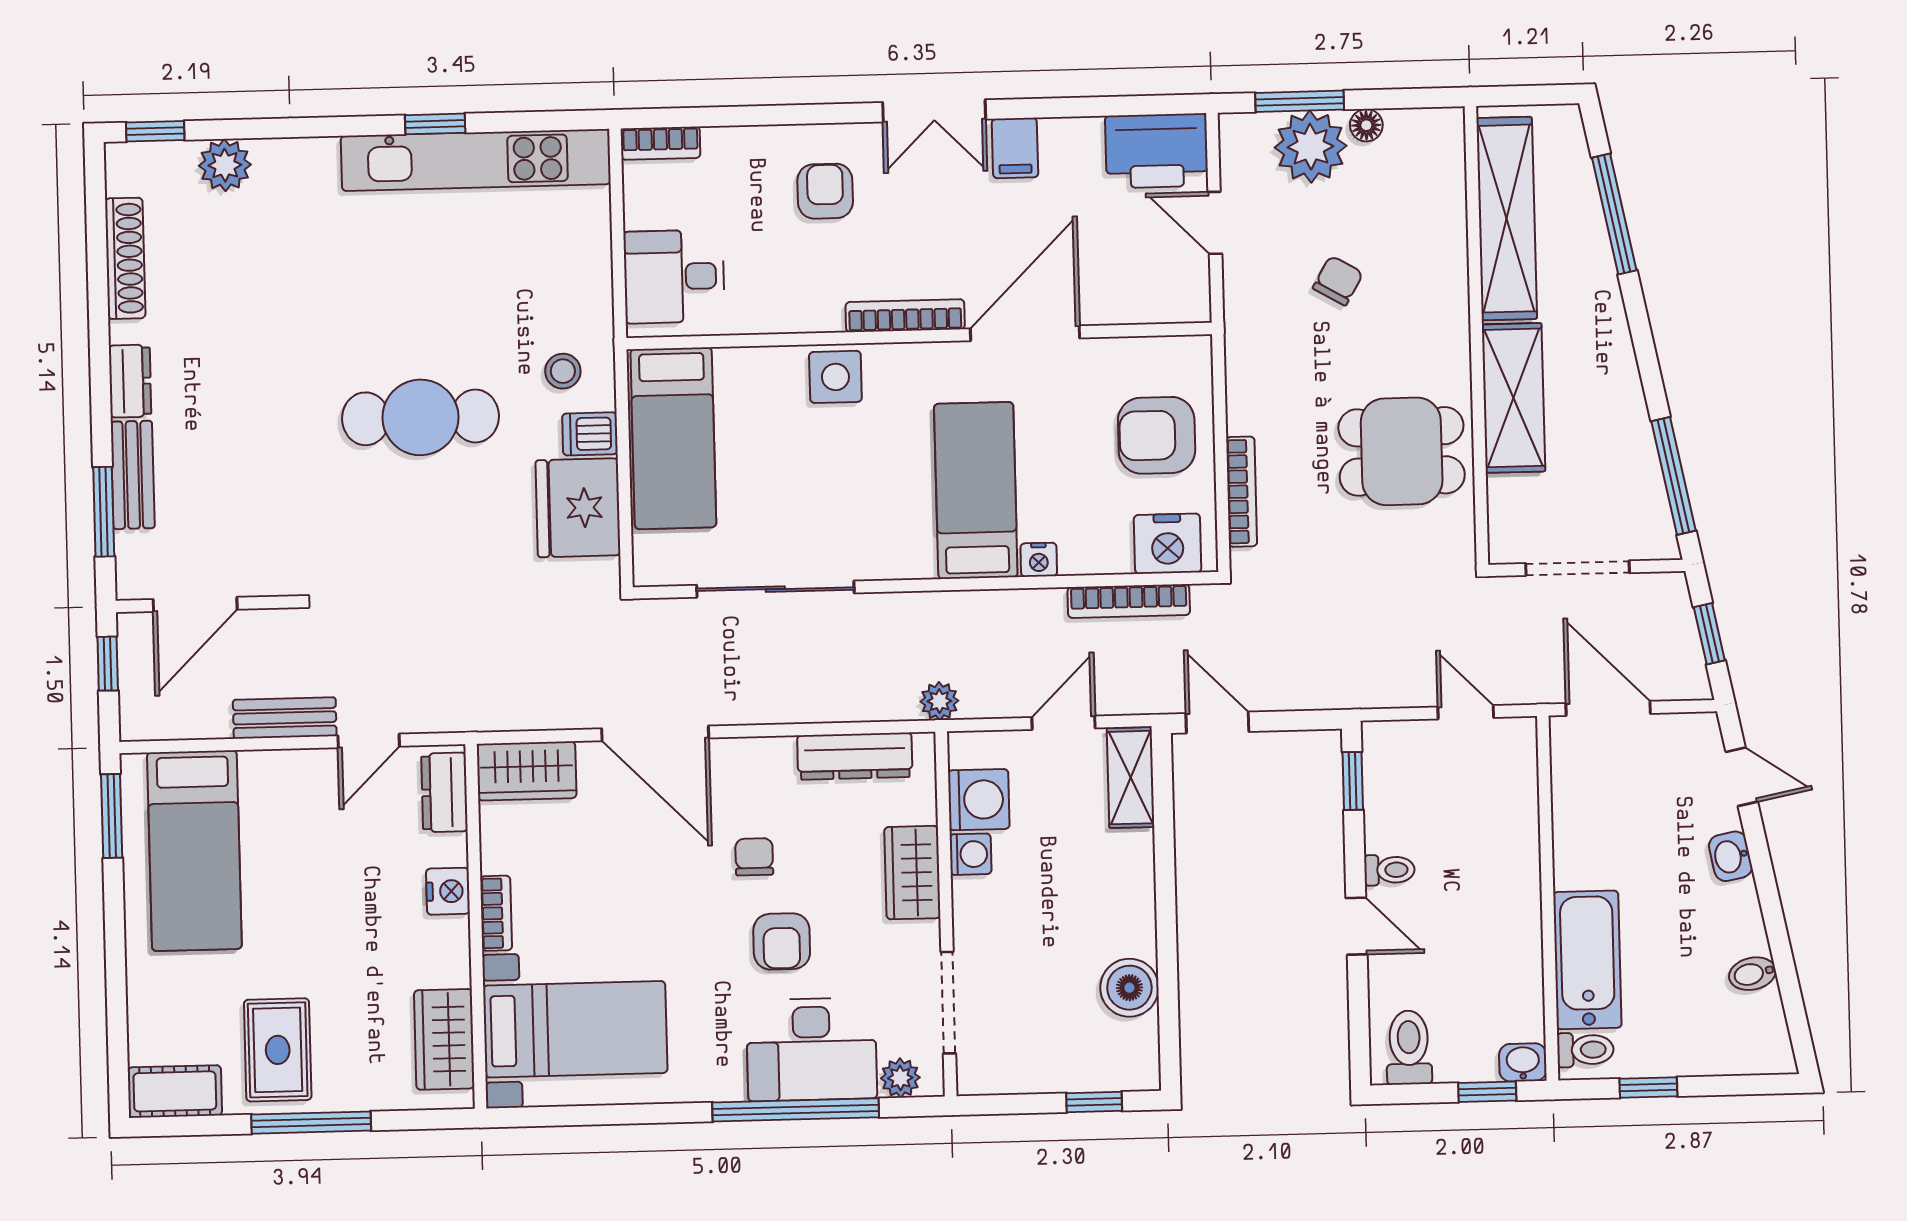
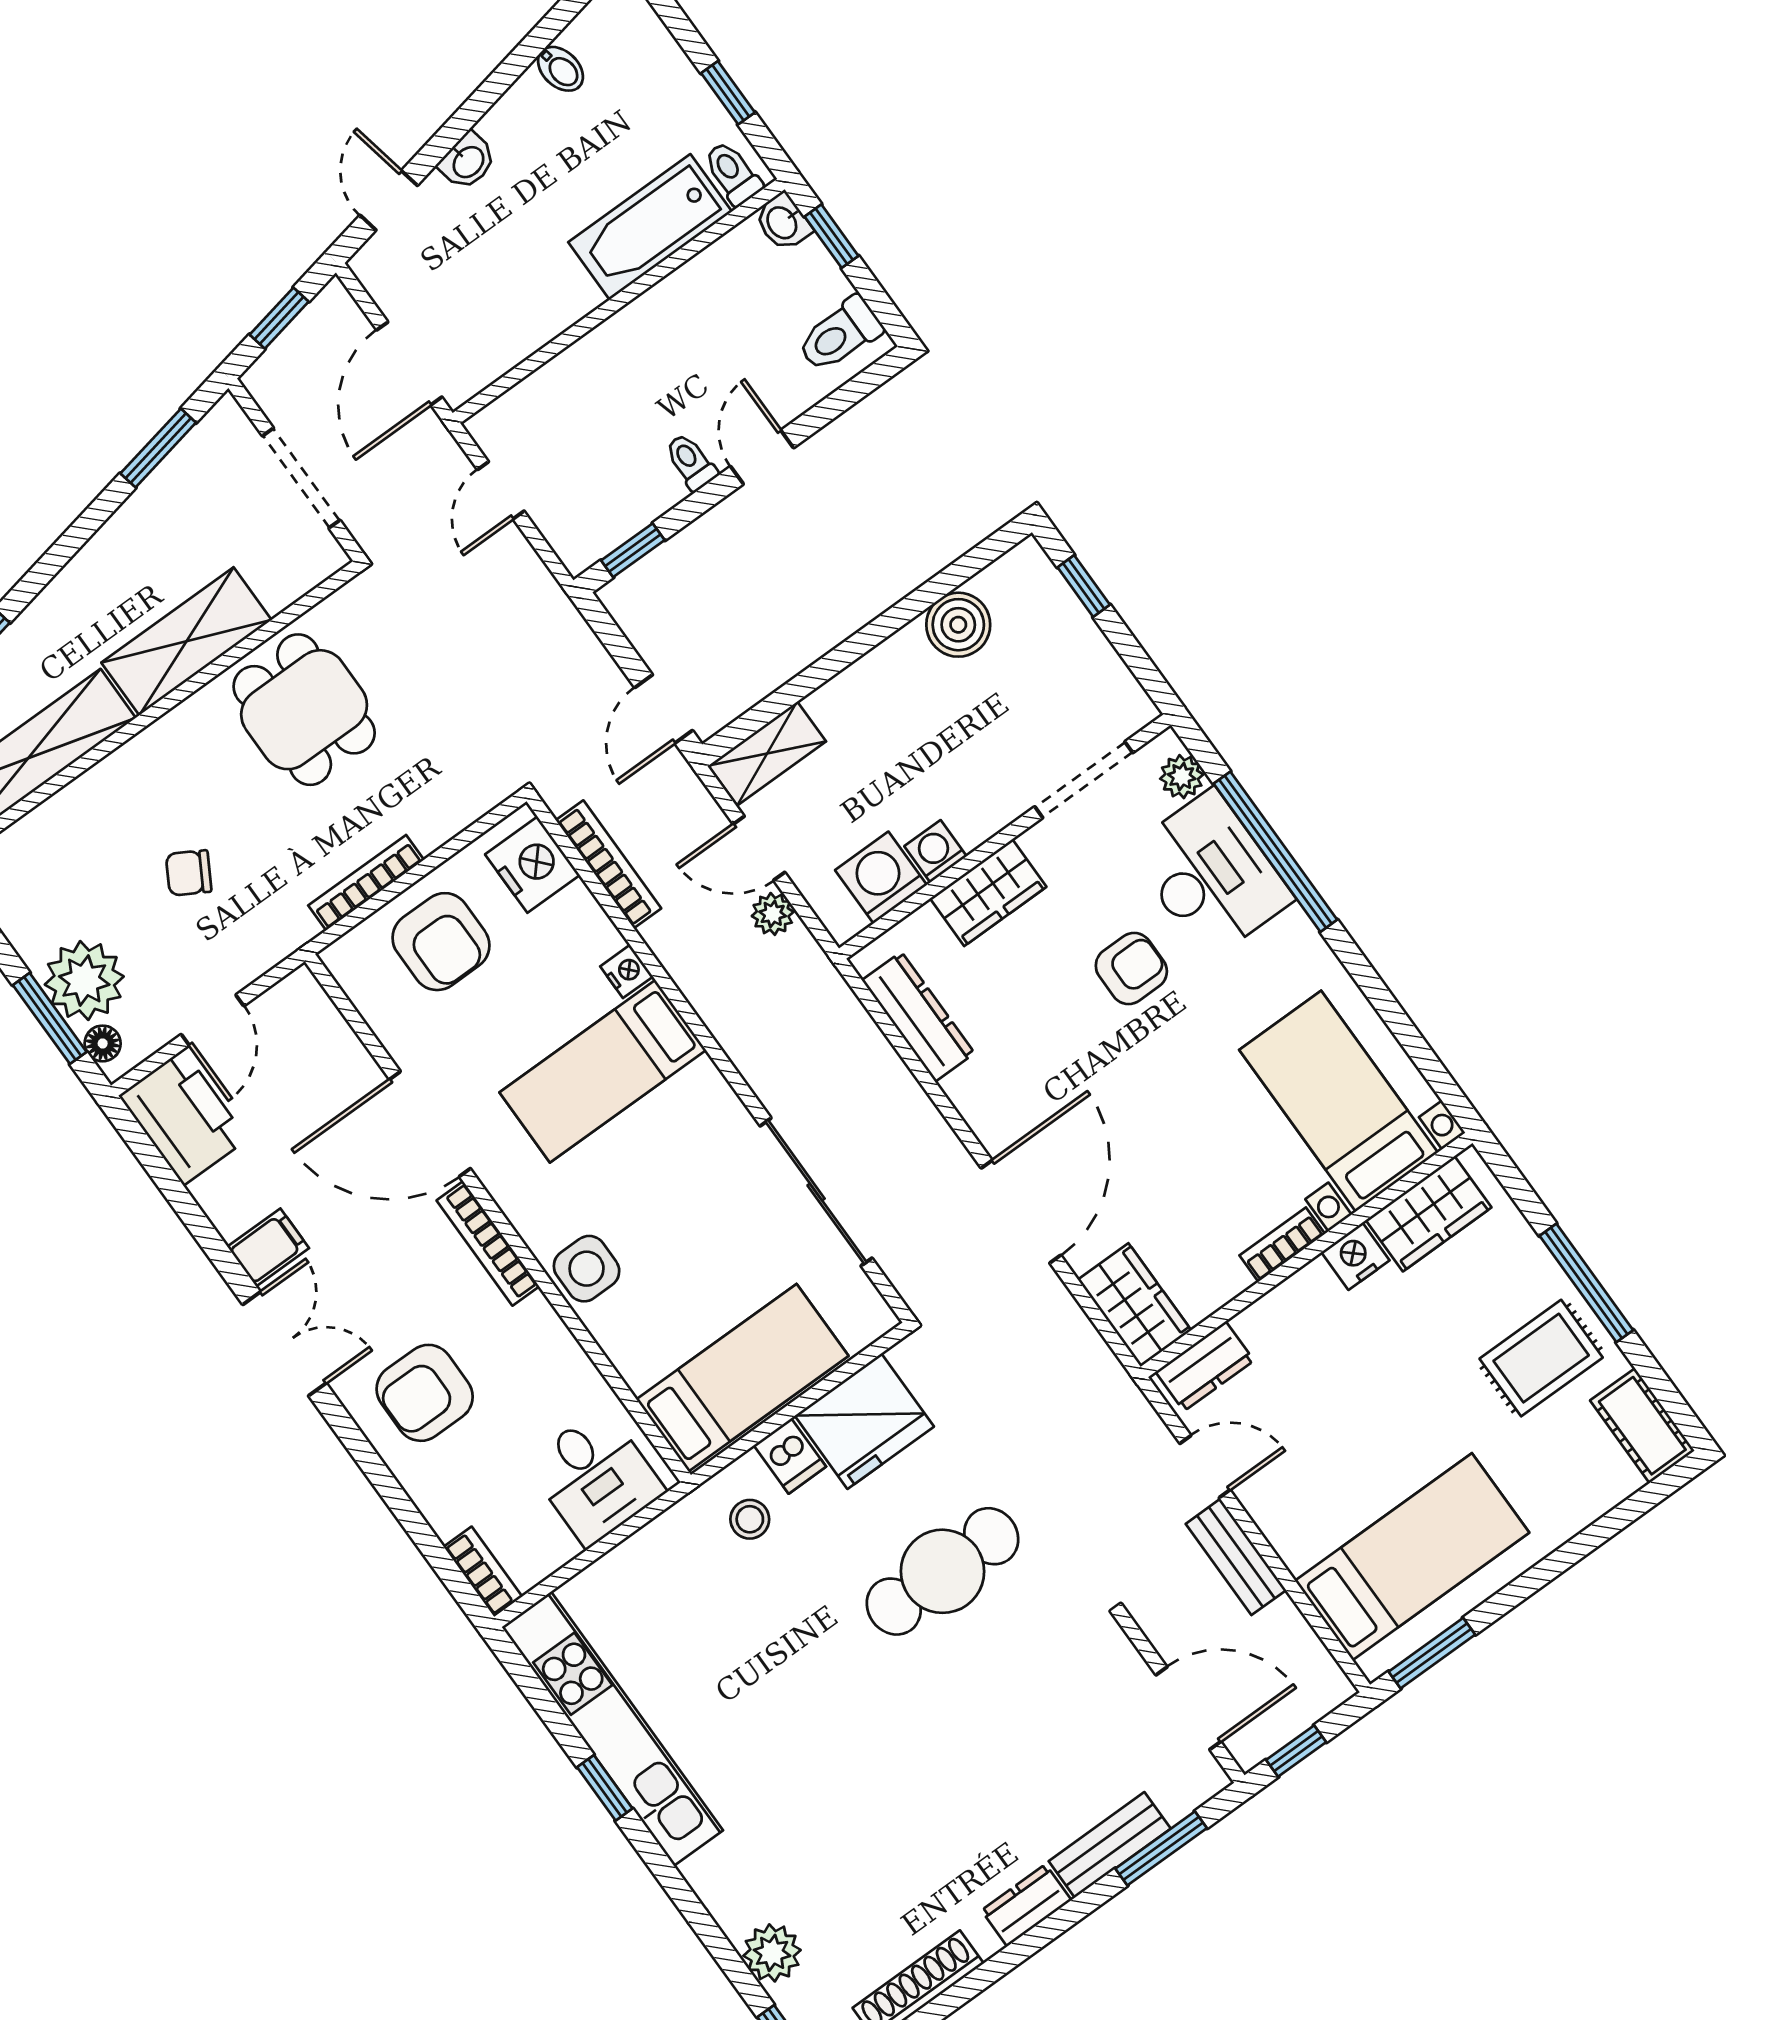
floor lamp: (1366, 125) -> (103, 1043), moved
armchair: (825, 191) -> (425, 1393), width x1.38, depth x1.38
cafe table: (420, 417) -> (942, 1571), moved, turned 90
window: (1674, 476) -> (158, 448), width x0.69
bookcase: (1242, 492) -> (366, 883), moved
plant: (939, 701) -> (773, 914), moved
chair: (754, 857) -> (1072, 1046), removed
nightstand: (448, 891) -> (1355, 1256), moved

